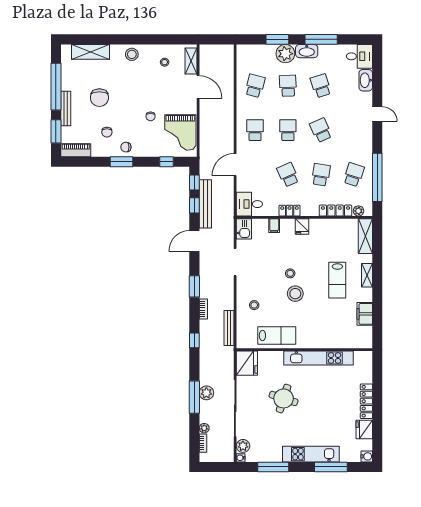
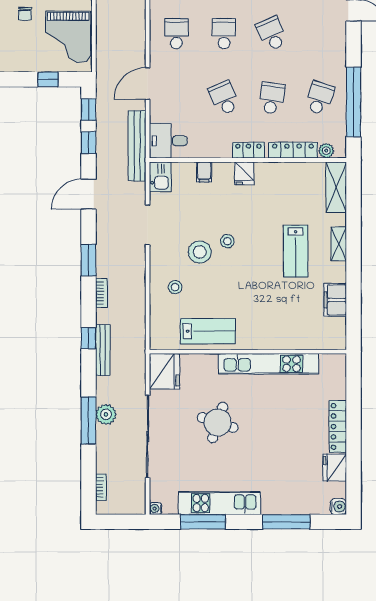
bench: (205, 204) -> (137, 146), moved
locker: (290, 211) -> (248, 150), moved
stool: (295, 294) -> (200, 252), moved
bench: (229, 328) -> (103, 350), moved
plant: (204, 428) -> (103, 466), removed
plant: (243, 446) -> (159, 491), removed
kitchen unit: (311, 454) -> (220, 503), moved

